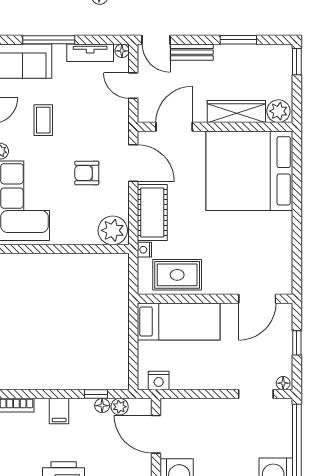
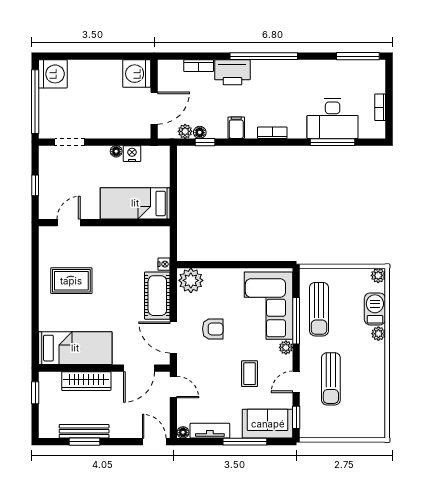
bench: (192, 52) -> (84, 431), moved, width x1.36
window: (297, 62) -> (35, 393), moved
door: (133, 86) -> (173, 387), moved
plant: (278, 111) -> (51, 381), removed
bed: (249, 171) -> (75, 348), width x0.49
rug: (177, 275) -> (71, 281), moved
door: (257, 299) -> (69, 223), width x0.73
nightstand: (159, 380) -> (132, 154), moved
floor lamp: (283, 383) -> (116, 151), moved
door: (156, 434) -> (154, 108), hinge flipped

